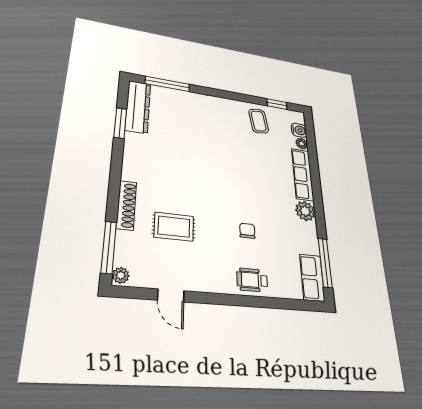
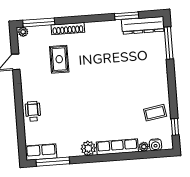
chair: (247, 231) -> (66, 107), removed

